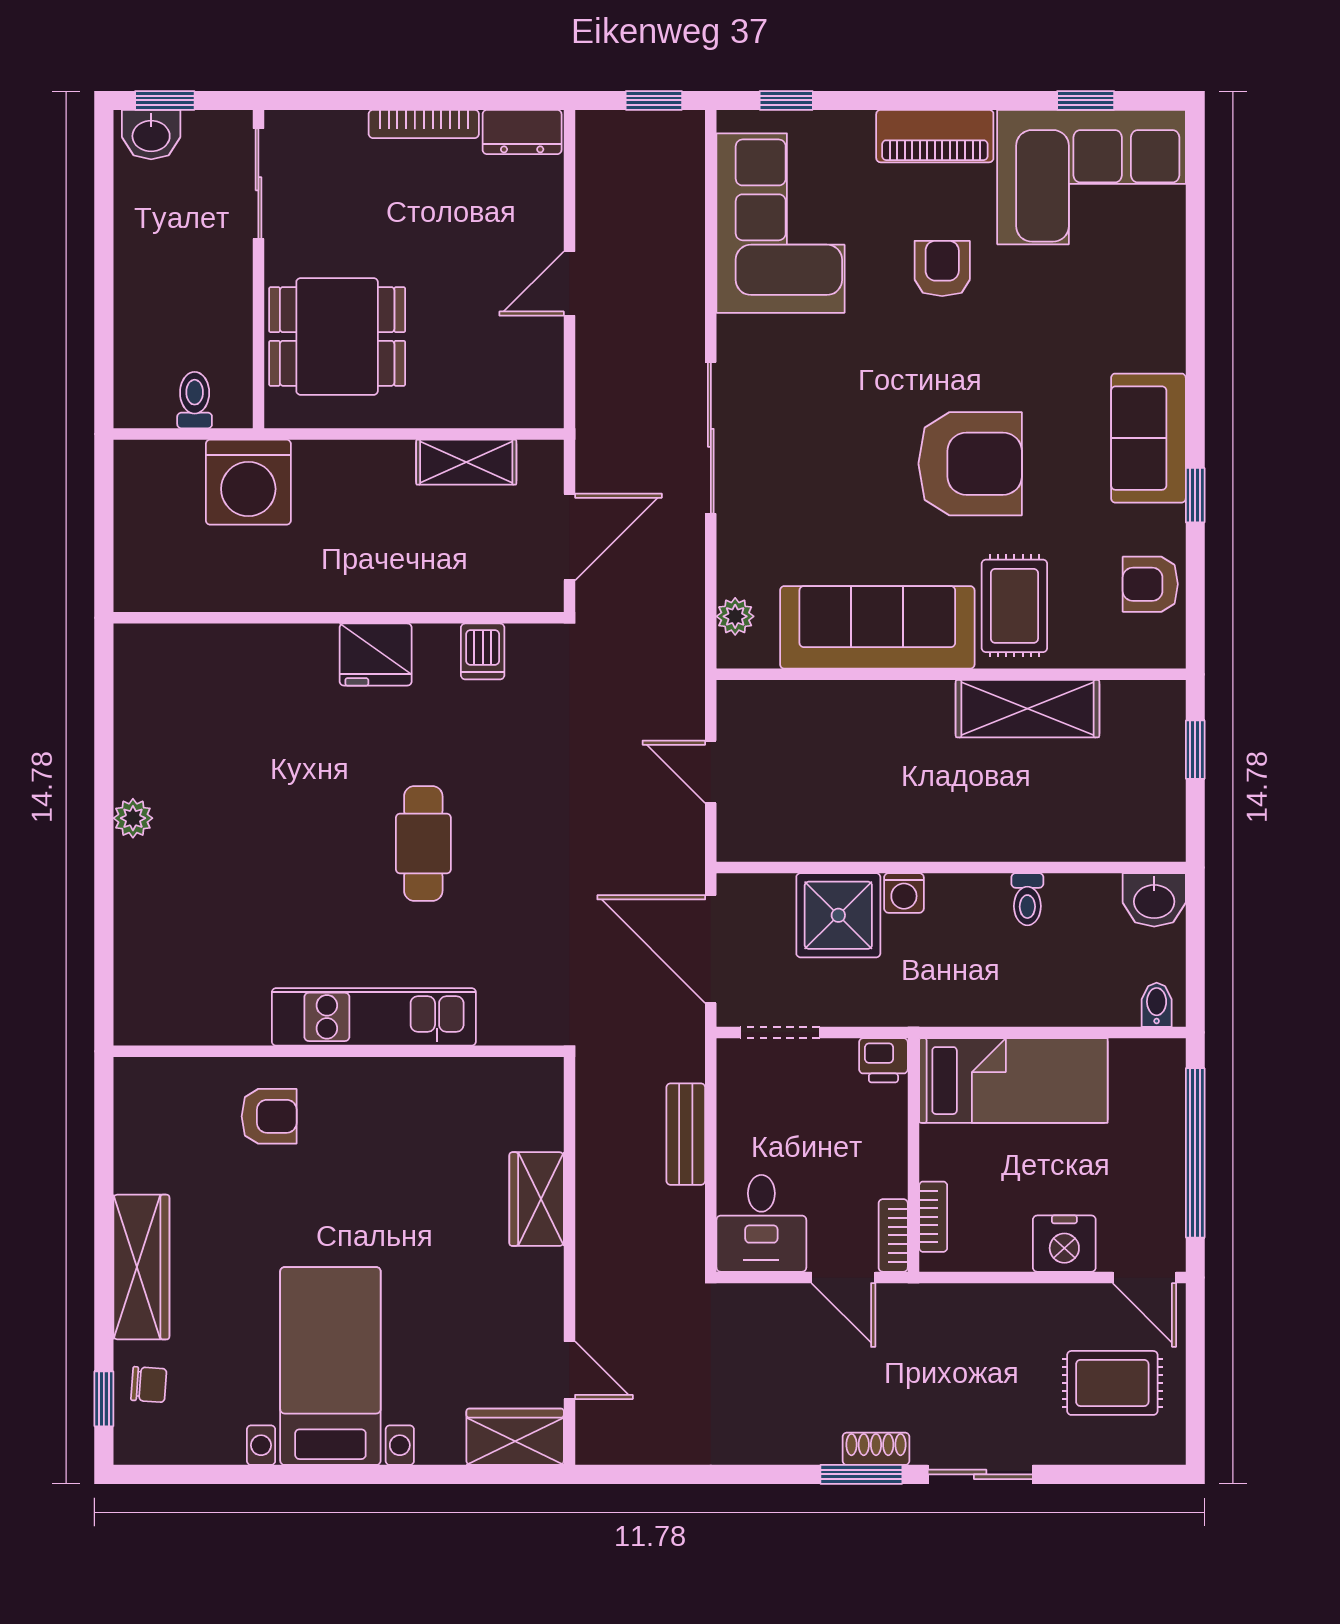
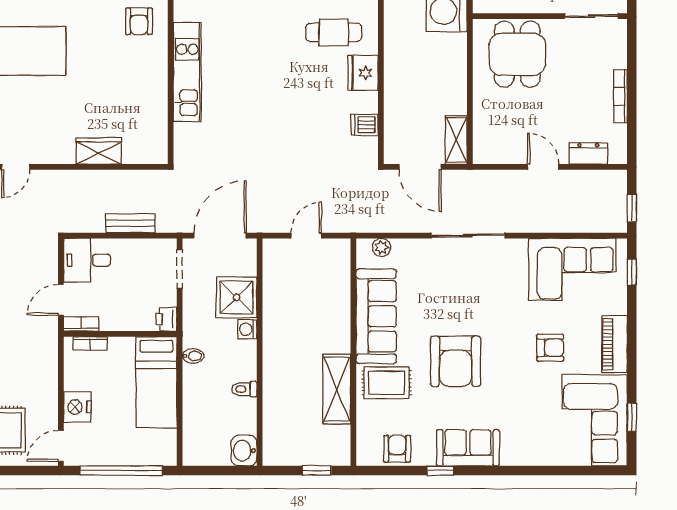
dresser: (522, 132) -> (588, 153), moved, turned 90
shelving: (466, 462) -> (456, 140), moved
cafe table: (423, 843) -> (334, 32), moved
bidet: (1157, 1005) -> (193, 356), moved

